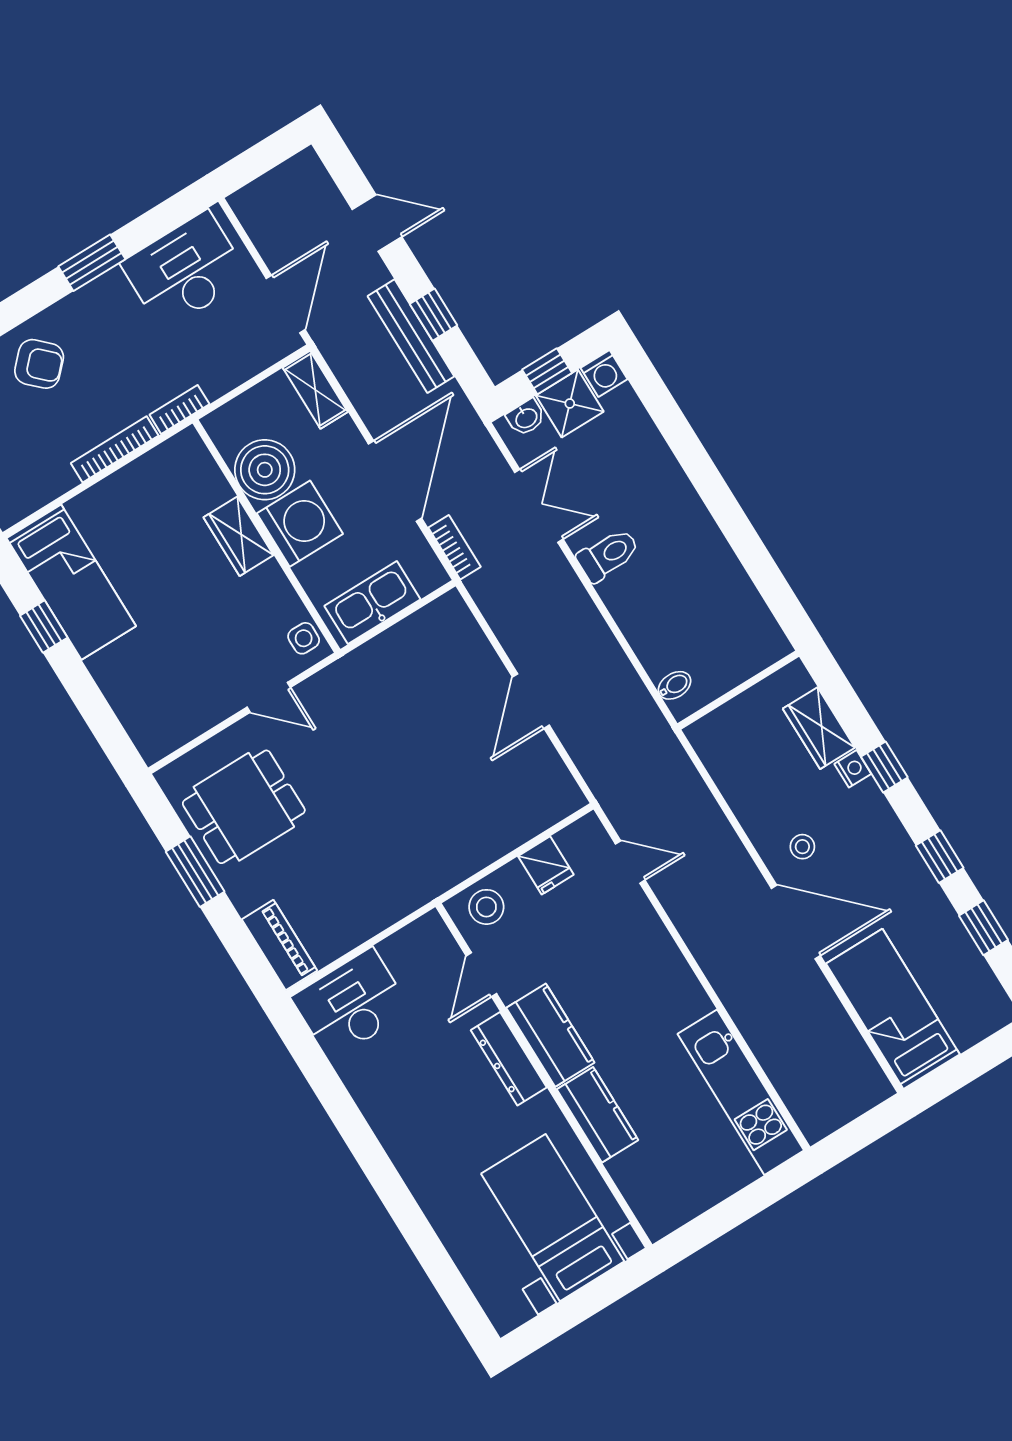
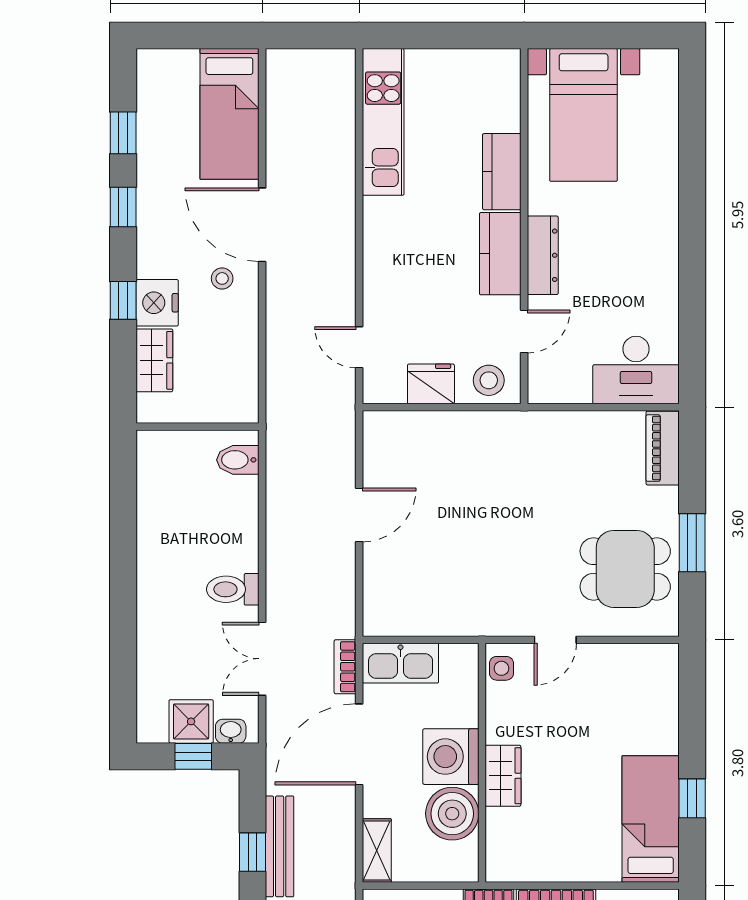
washing machine: (604, 373) -> (151, 728), removed
kitchen sink: (372, 603) -> (401, 663), moved
bidet: (675, 685) -> (238, 460), width x1.38, depth x1.36
door: (269, 697) -> (555, 640), swing flipped
nightstand: (853, 769) -> (157, 303), width x1.89, depth x1.79
fridge: (546, 865) -> (431, 384), width x1.38

